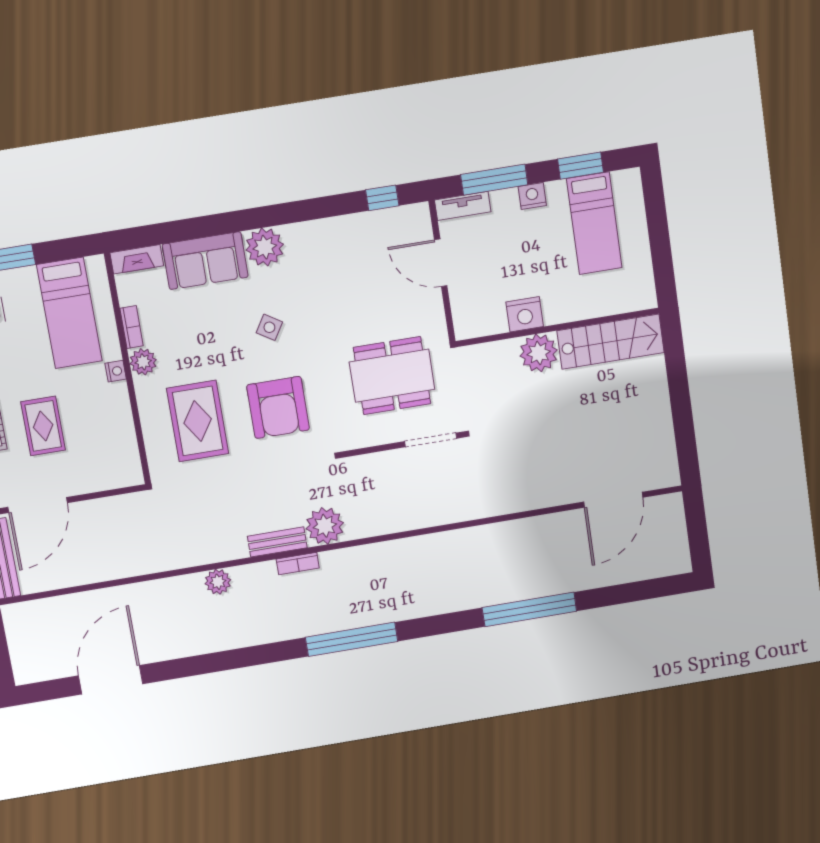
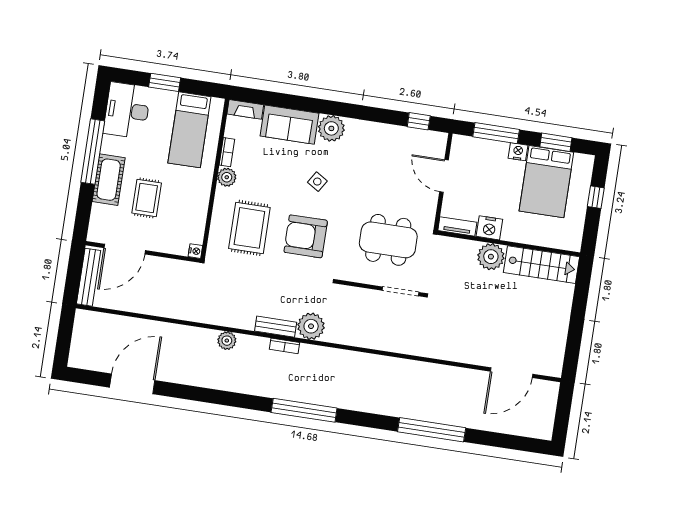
tv unit: (463, 206) -> (457, 226), moved, turned 180
bed: (594, 223) -> (546, 182), width x1.50
window: (658, 225) -> (596, 197), added
nightstand: (116, 371) -> (195, 251), moved
armchair: (278, 407) -> (306, 236), turned 90

